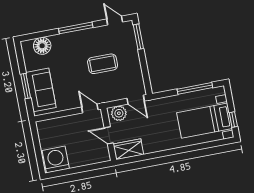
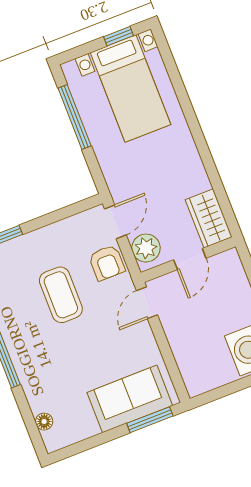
floor lamp: (42, 46) -> (44, 422), width x0.53, depth x0.53
window: (26, 86) -> (150, 420), moved
armchair: (115, 91) -> (107, 263), added

